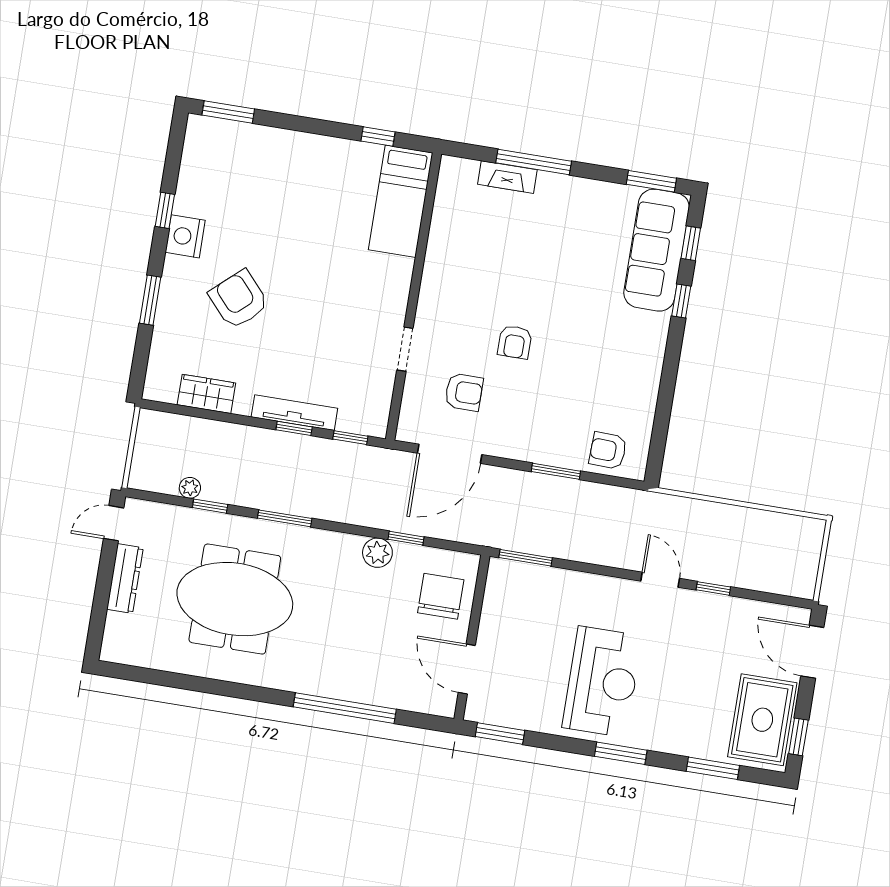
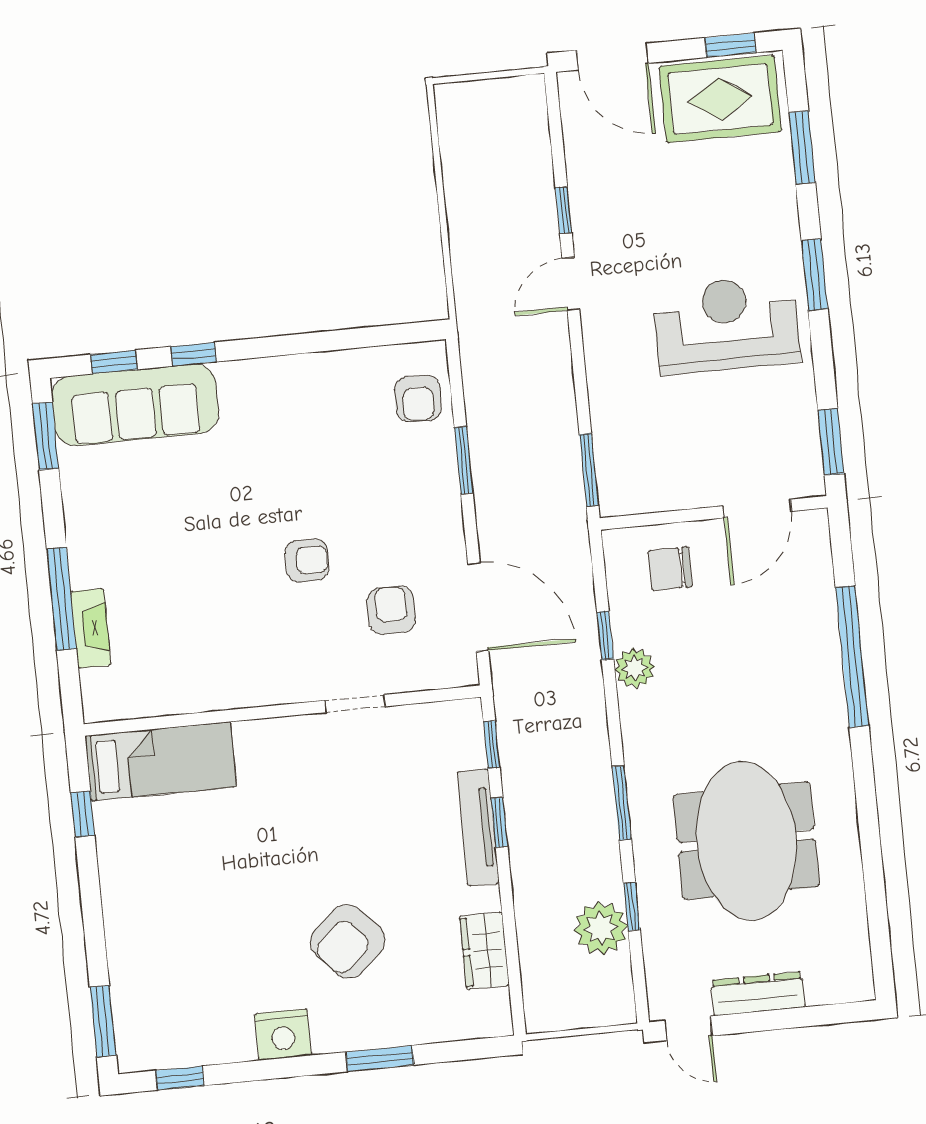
window: (165, 210) -> (180, 1078), moved
plant: (190, 488) -> (601, 928), width x1.88, depth x1.88
chair: (441, 596) -> (670, 569), width x0.73, depth x0.73
door: (812, 652) -> (612, 57), hinge flipped

